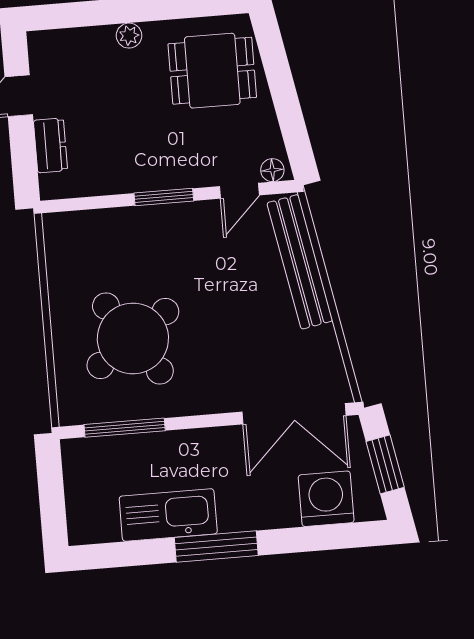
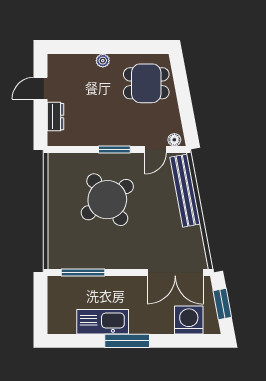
round table: (133, 338) -> (107, 200), moved

